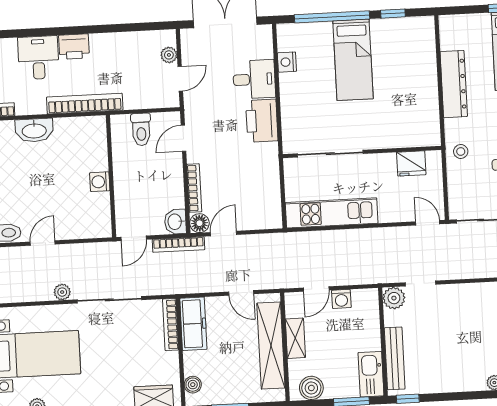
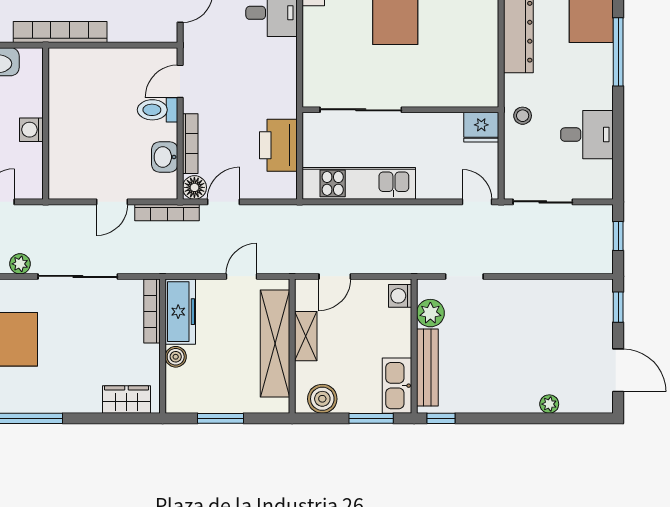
printer: (262, 121) -> (278, 145), moved
toilet: (141, 129) -> (158, 110), moved, turned 90
fridge: (411, 163) -> (481, 127), moved
wall: (111, 176) -> (46, 123), moved
washing machine: (100, 182) -> (31, 130), moved
washbasin: (175, 222) -> (165, 157), moved
door: (241, 293) -> (241, 276), swing flipped
plant: (394, 298) -> (430, 313), moved
washing machine: (341, 299) -> (400, 296), moved, turned 90
boiler: (193, 385) -> (176, 357), moved

